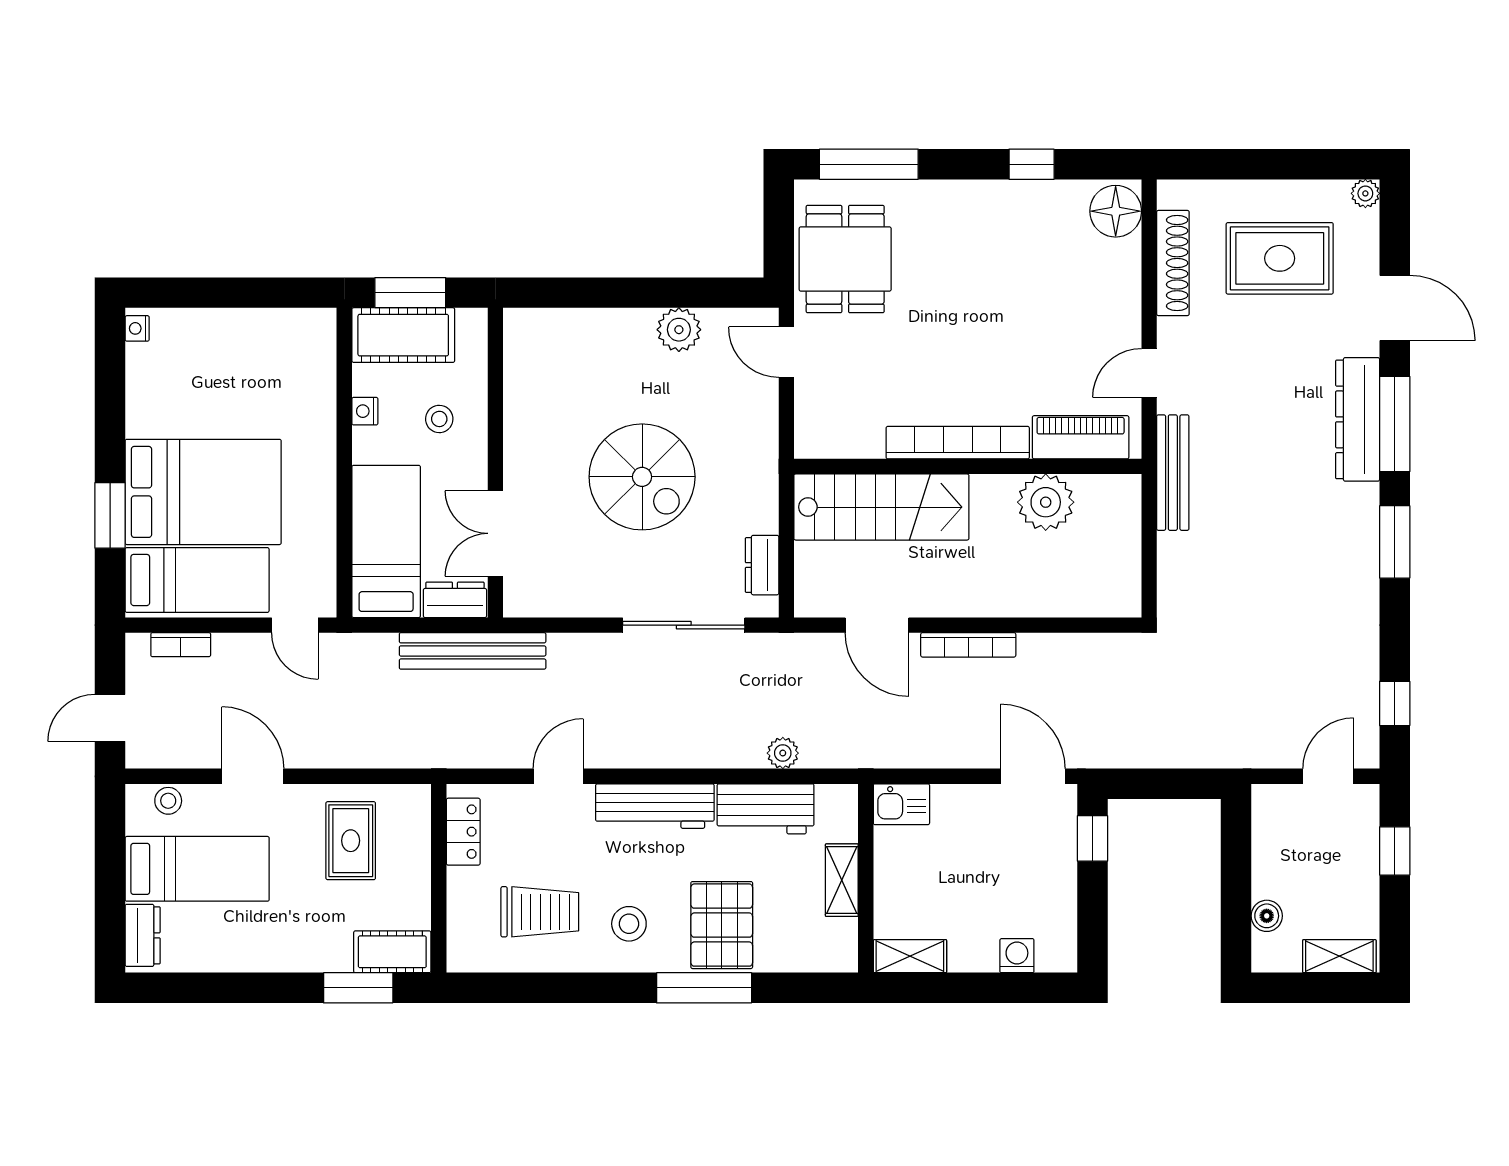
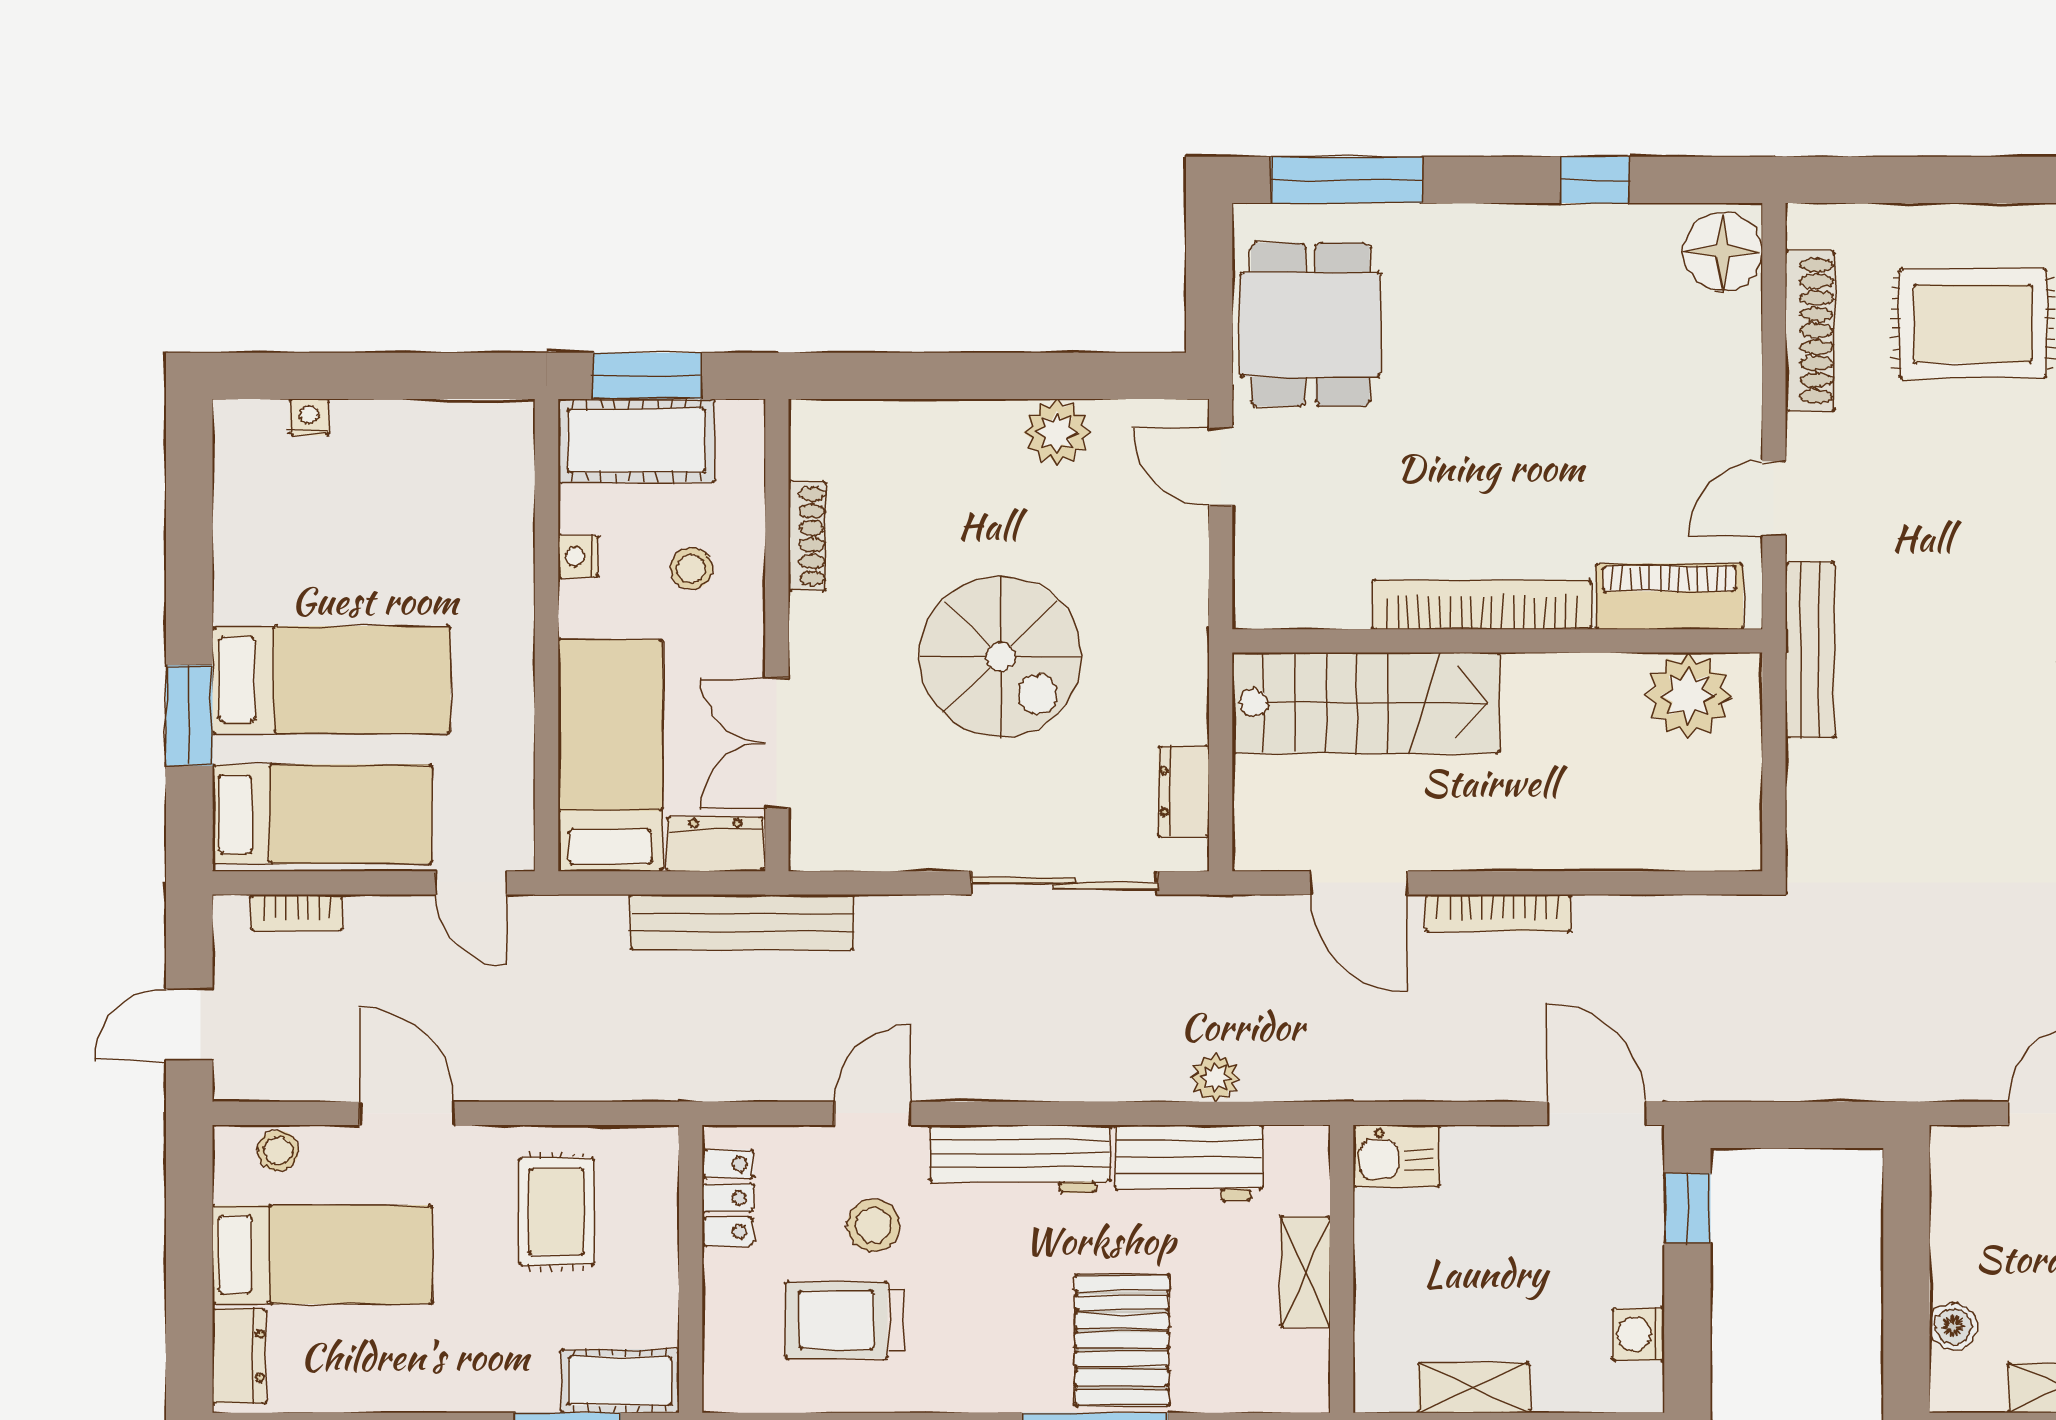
nightstand: (137, 328) -> (309, 417), moved, turned 90
shoe rack: (515, 398) -> (807, 536), added
bed: (203, 492) -> (331, 680), width x0.67
plant: (1046, 502) -> (1688, 695), moved
trolley: (540, 912) -> (845, 1320), turned 180
stool: (629, 924) -> (873, 1225), moved
shelving: (910, 956) -> (1474, 1388), moved
washing machine: (1017, 956) -> (1638, 1334), moved, turned -90

